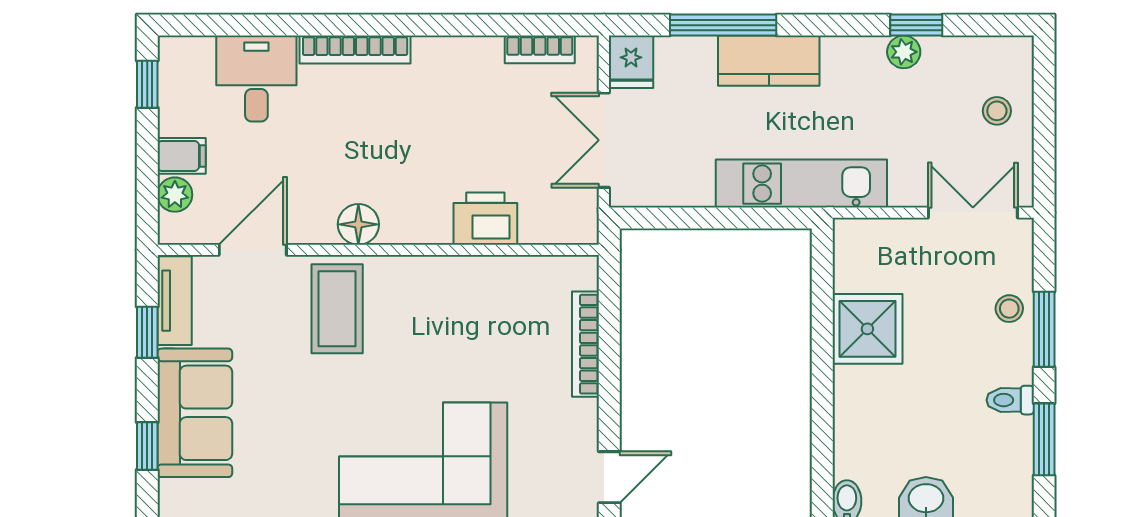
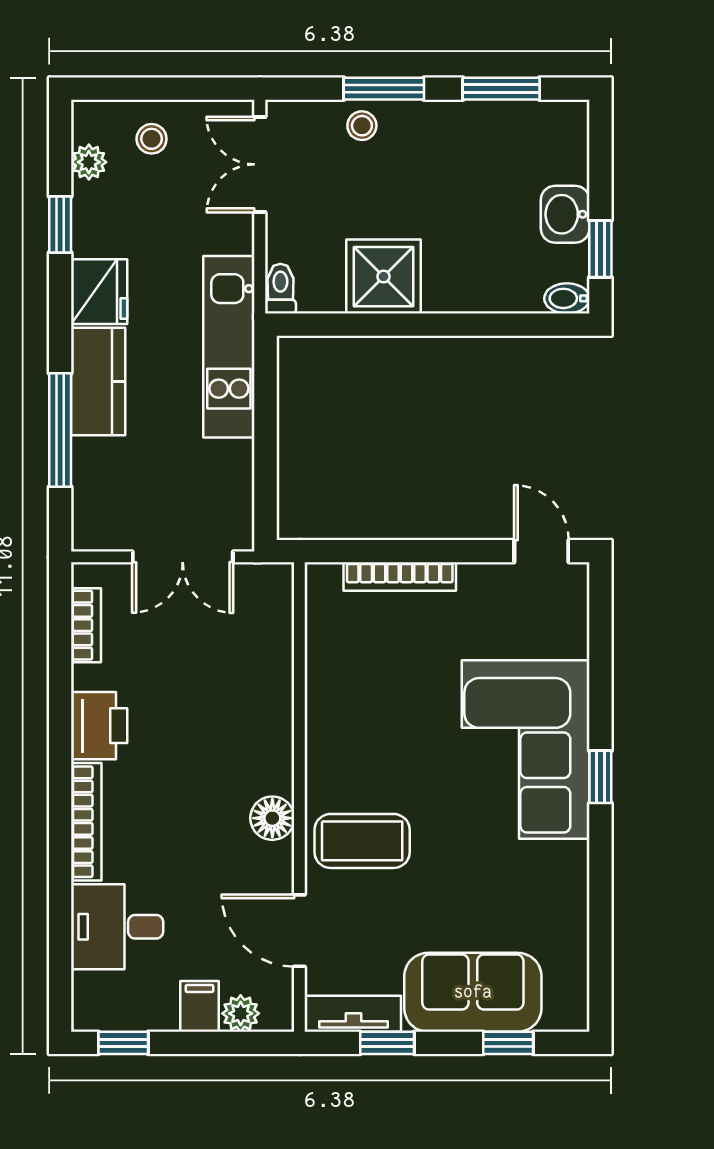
plant: (904, 52) -> (89, 162), moved
fridge: (631, 62) -> (99, 292), moved, width x1.38
printer: (485, 219) -> (99, 726), moved, turned 180
toilet: (1010, 400) -> (280, 289), moved, turned 180

